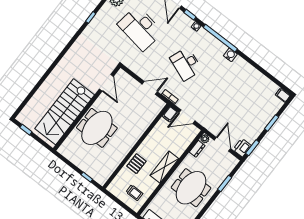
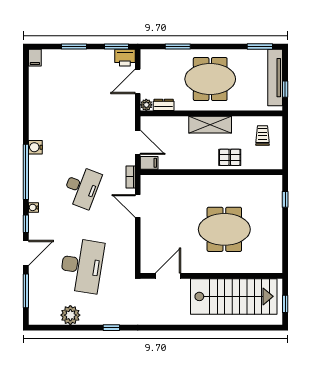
door: (106, 83) -> (168, 276), moved
wall: (87, 108) -> (211, 276), moved
stairs: (65, 112) -> (234, 296), moved

